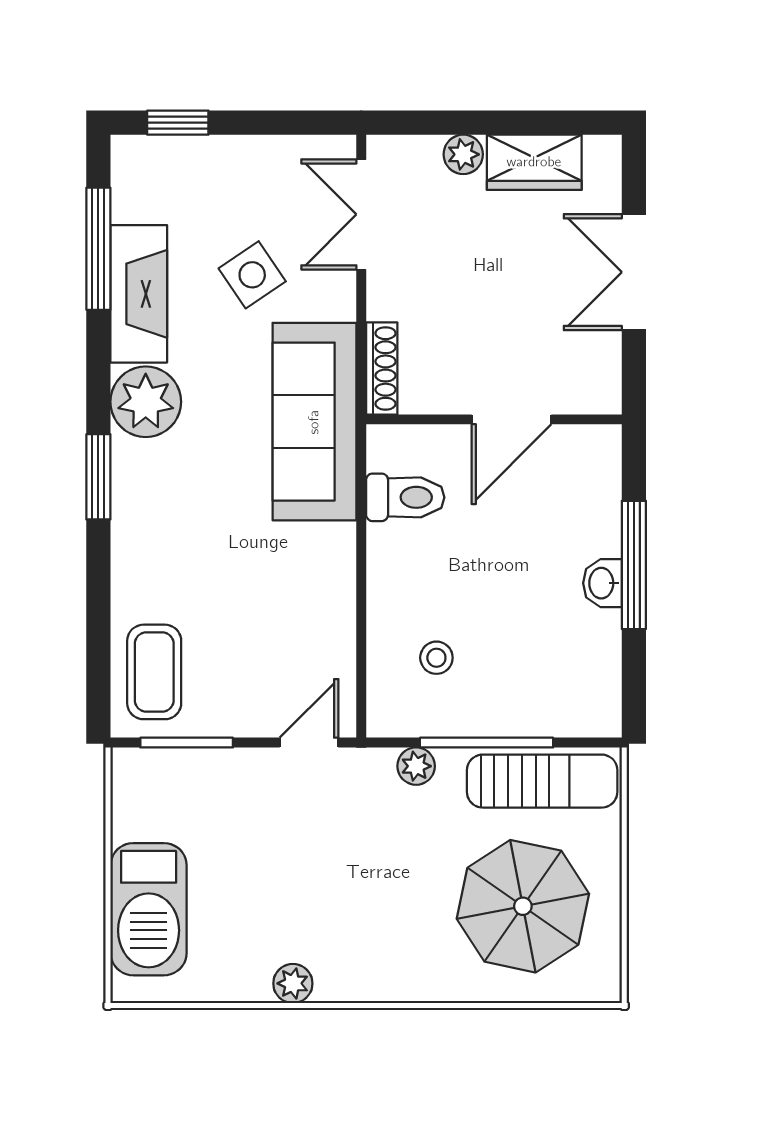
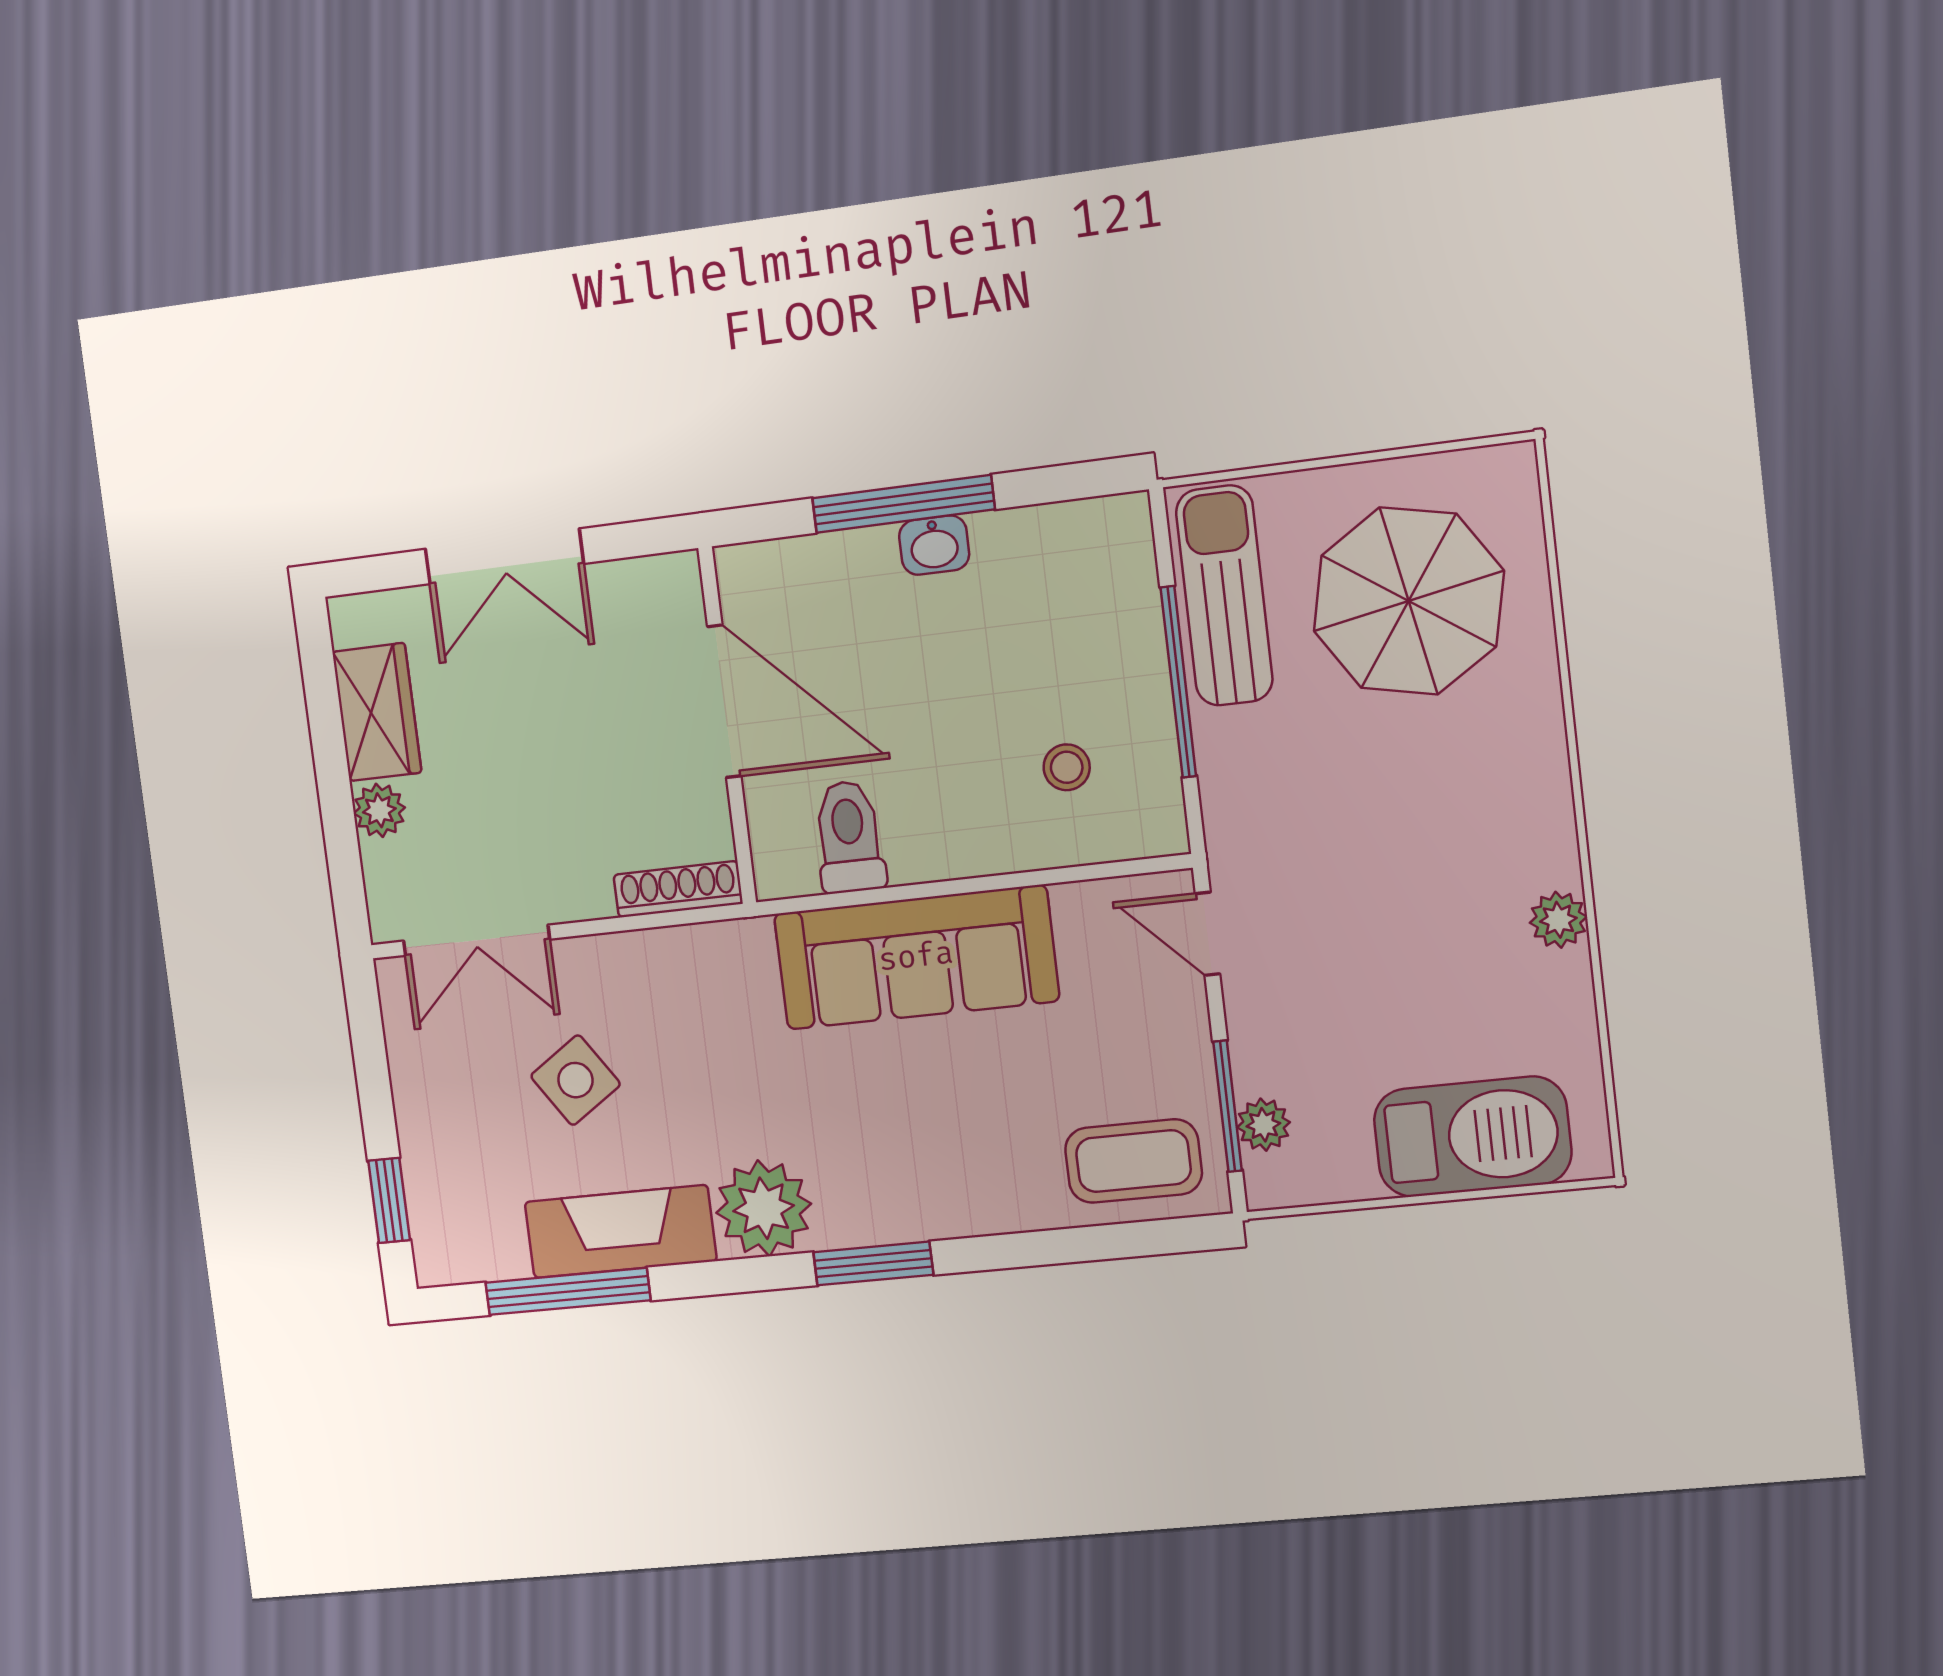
door: (512, 419) -> (724, 701), width x1.36
sofa: (314, 422) -> (916, 957), moved
plant: (416, 766) -> (1263, 1125), moved

